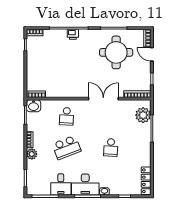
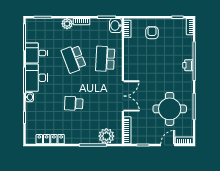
armchair: (41, 70) -> (152, 33), added
school desk: (67, 116) -> (105, 59), width x1.85
locker: (146, 181) -> (50, 139), moved

